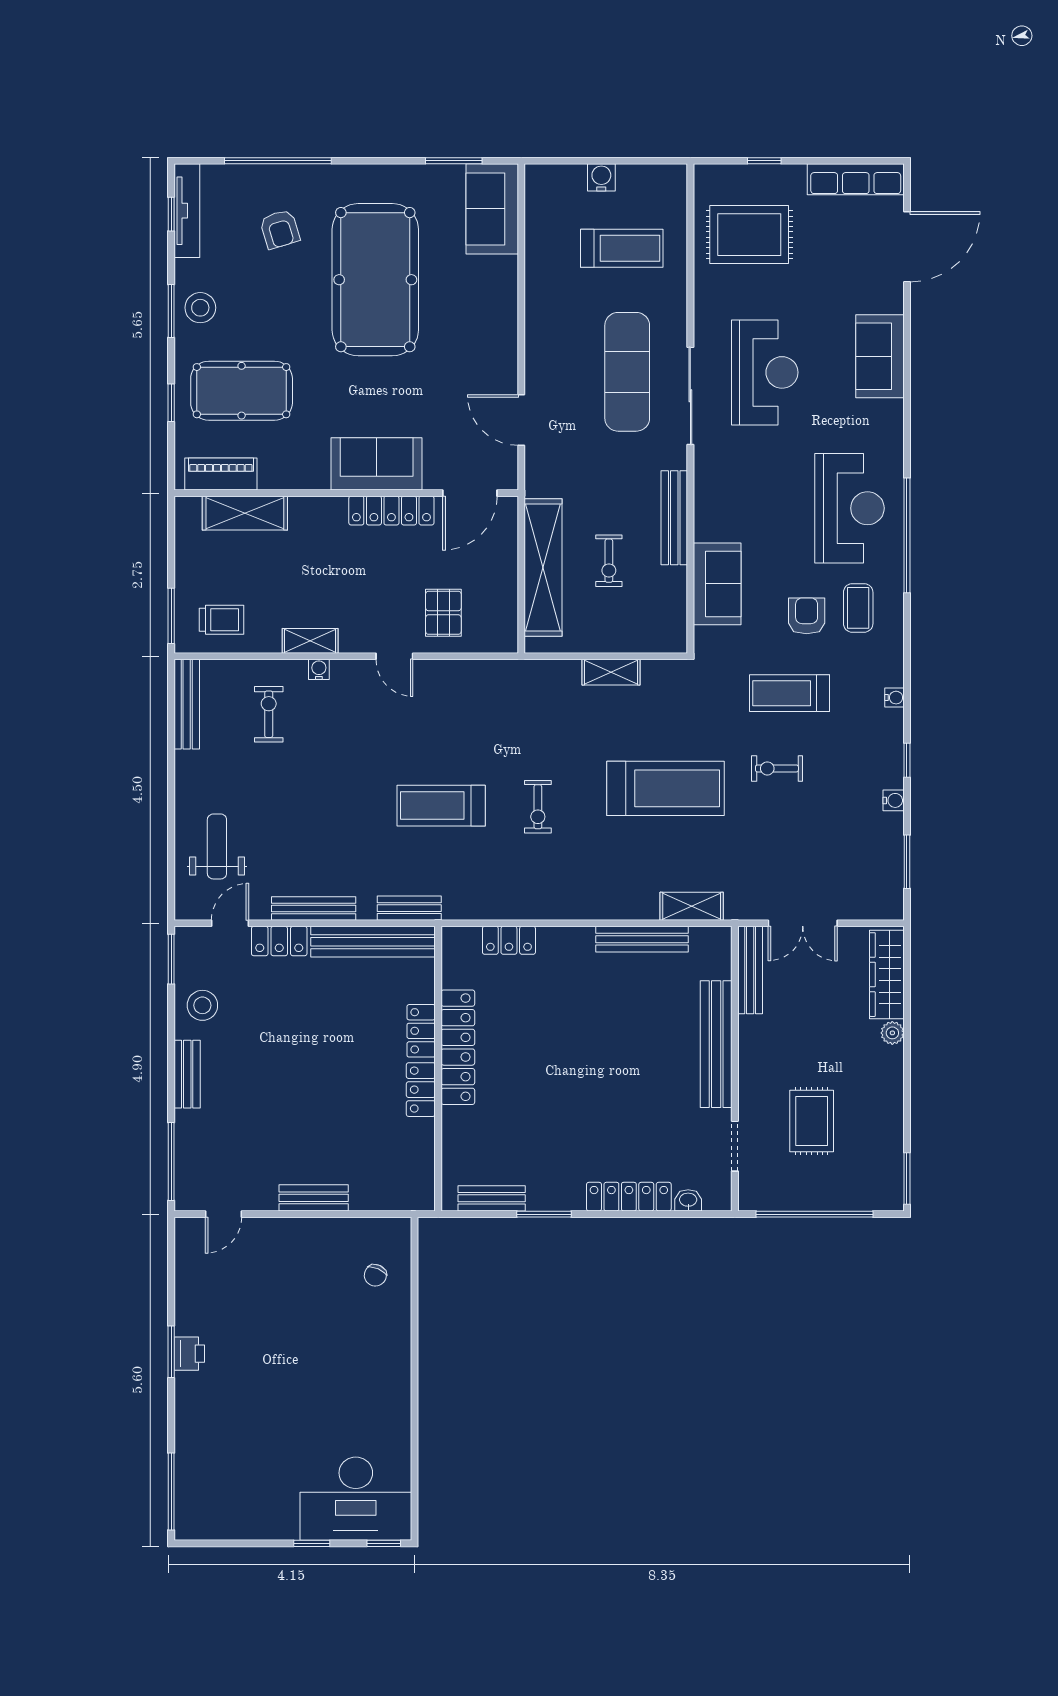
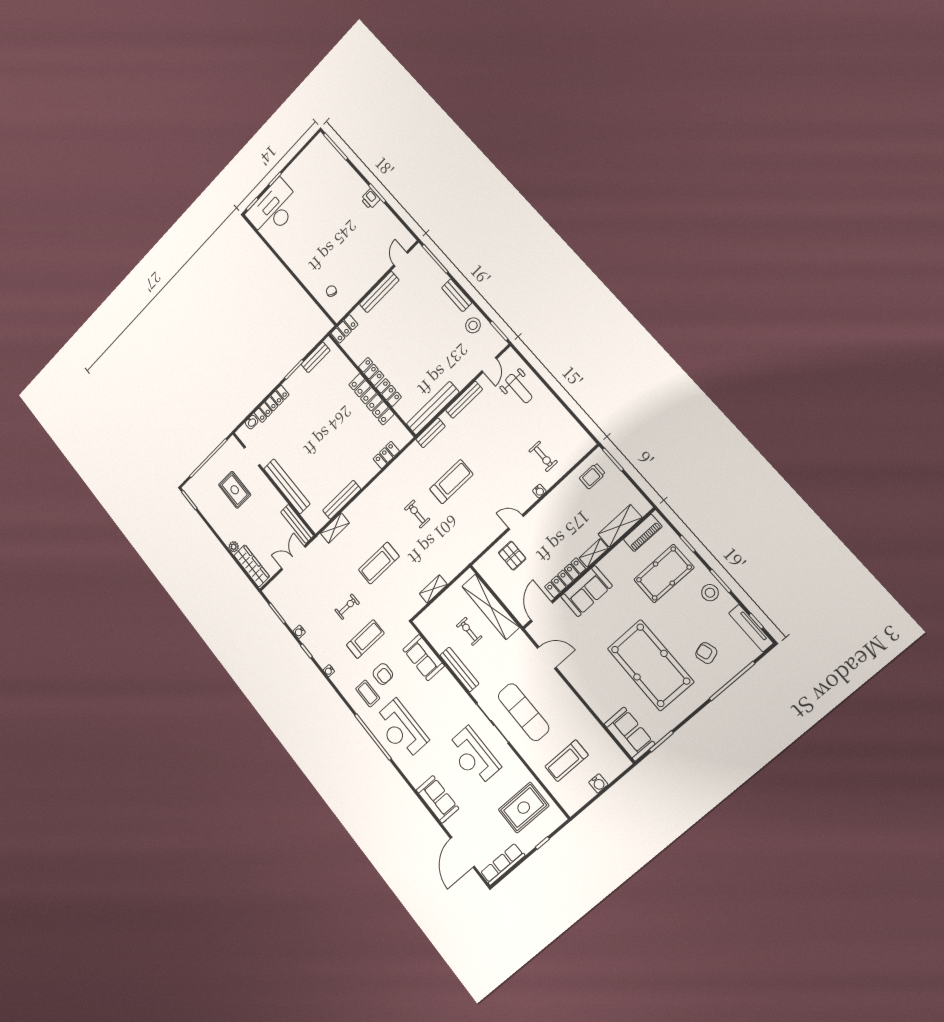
shelving: (310, 641) -> (594, 553), moved
bench: (187, 704) -> (577, 431), removed
treadmill: (665, 788) -> (379, 563), width x0.73, depth x0.73
locker: (279, 941) -> (344, 329), moved, turned 180
bench: (314, 1198) -> (379, 292), width x1.36

